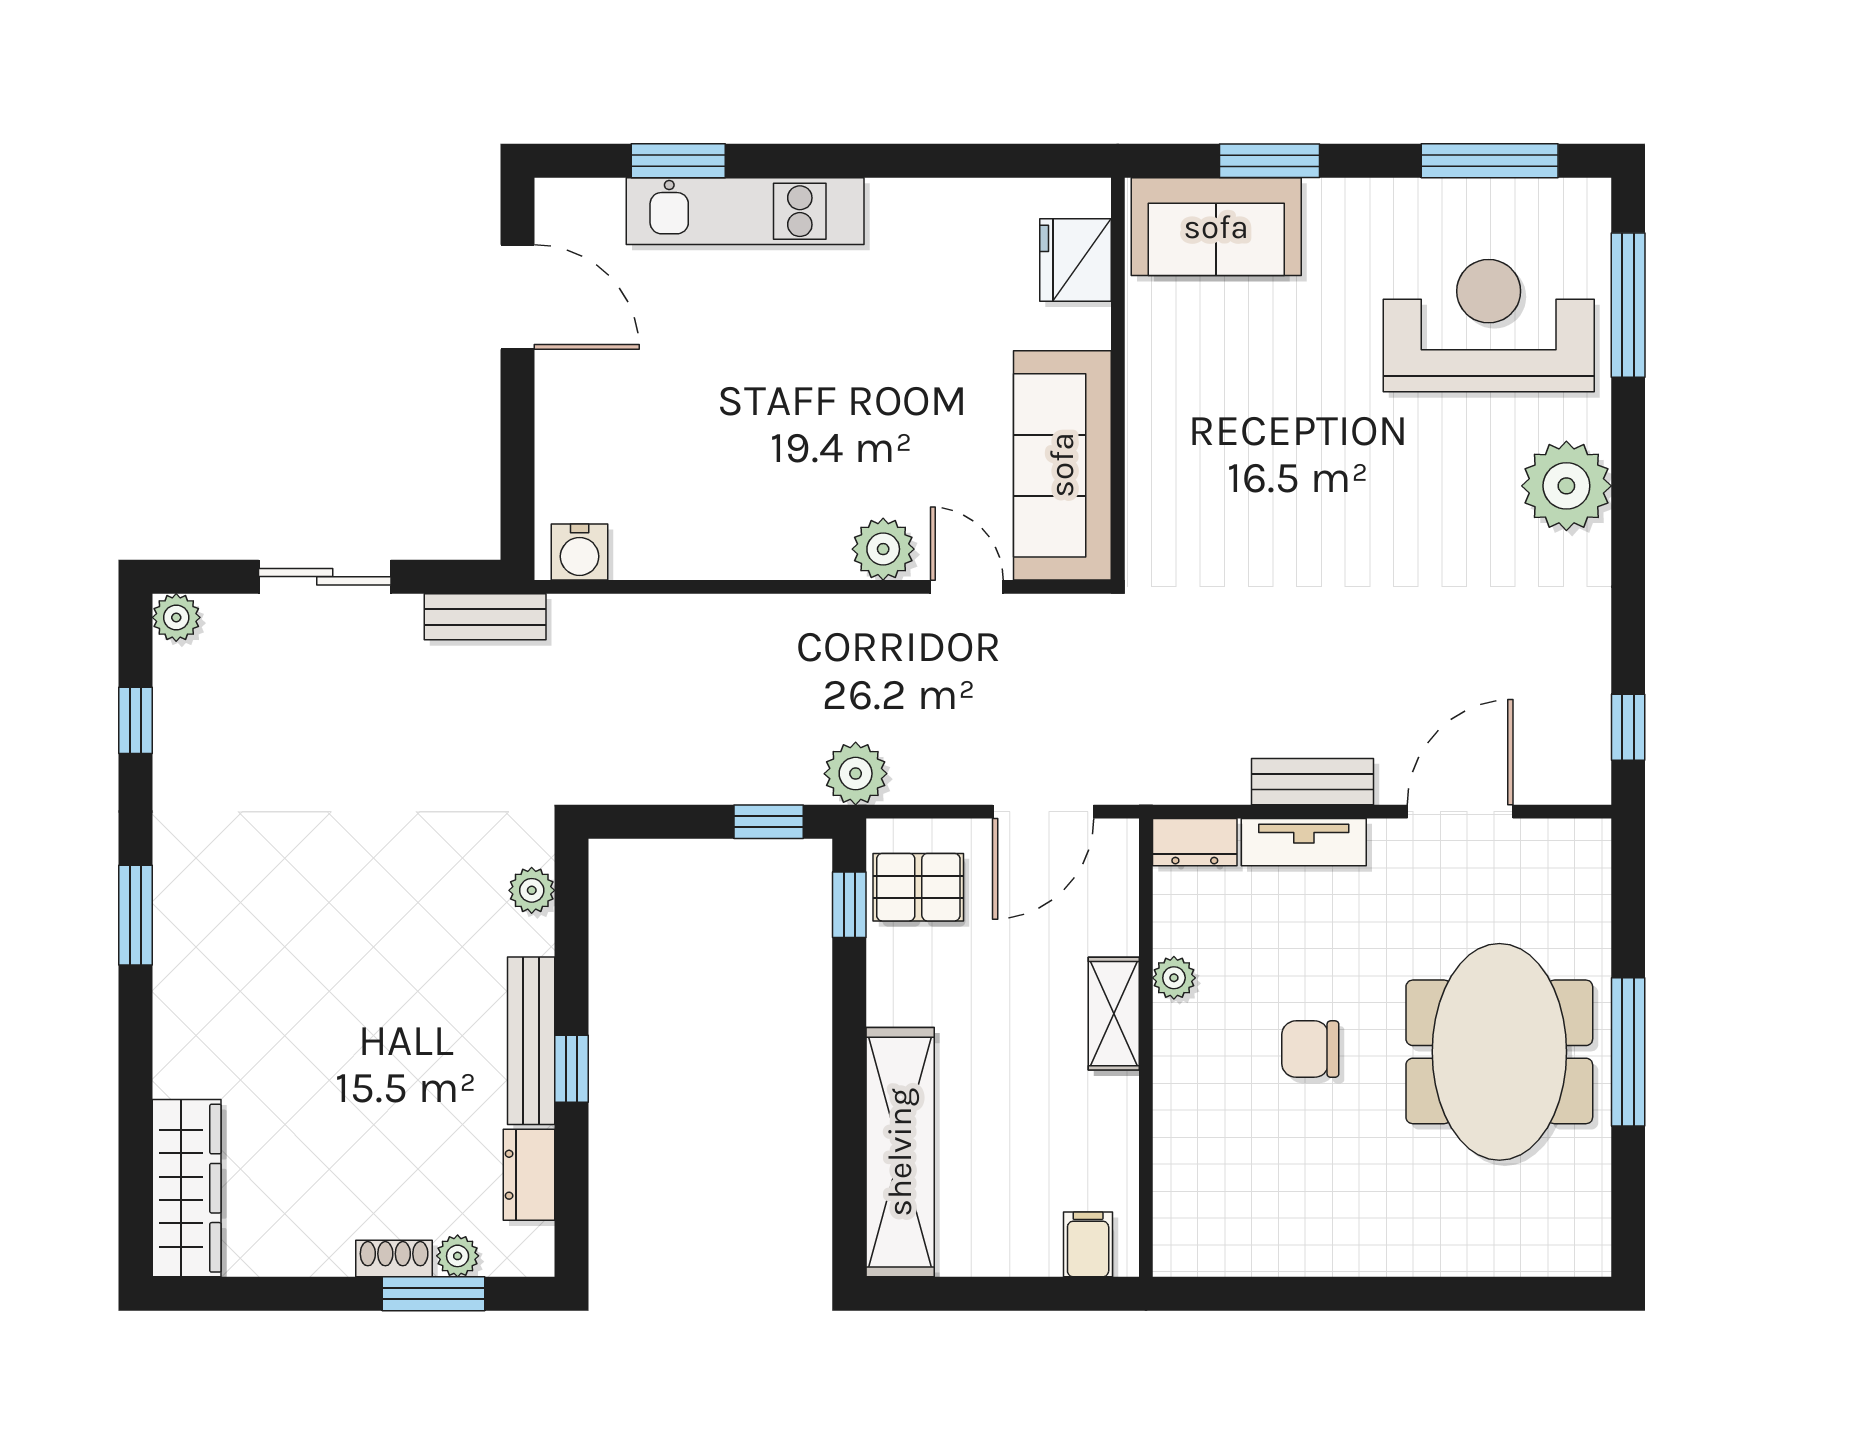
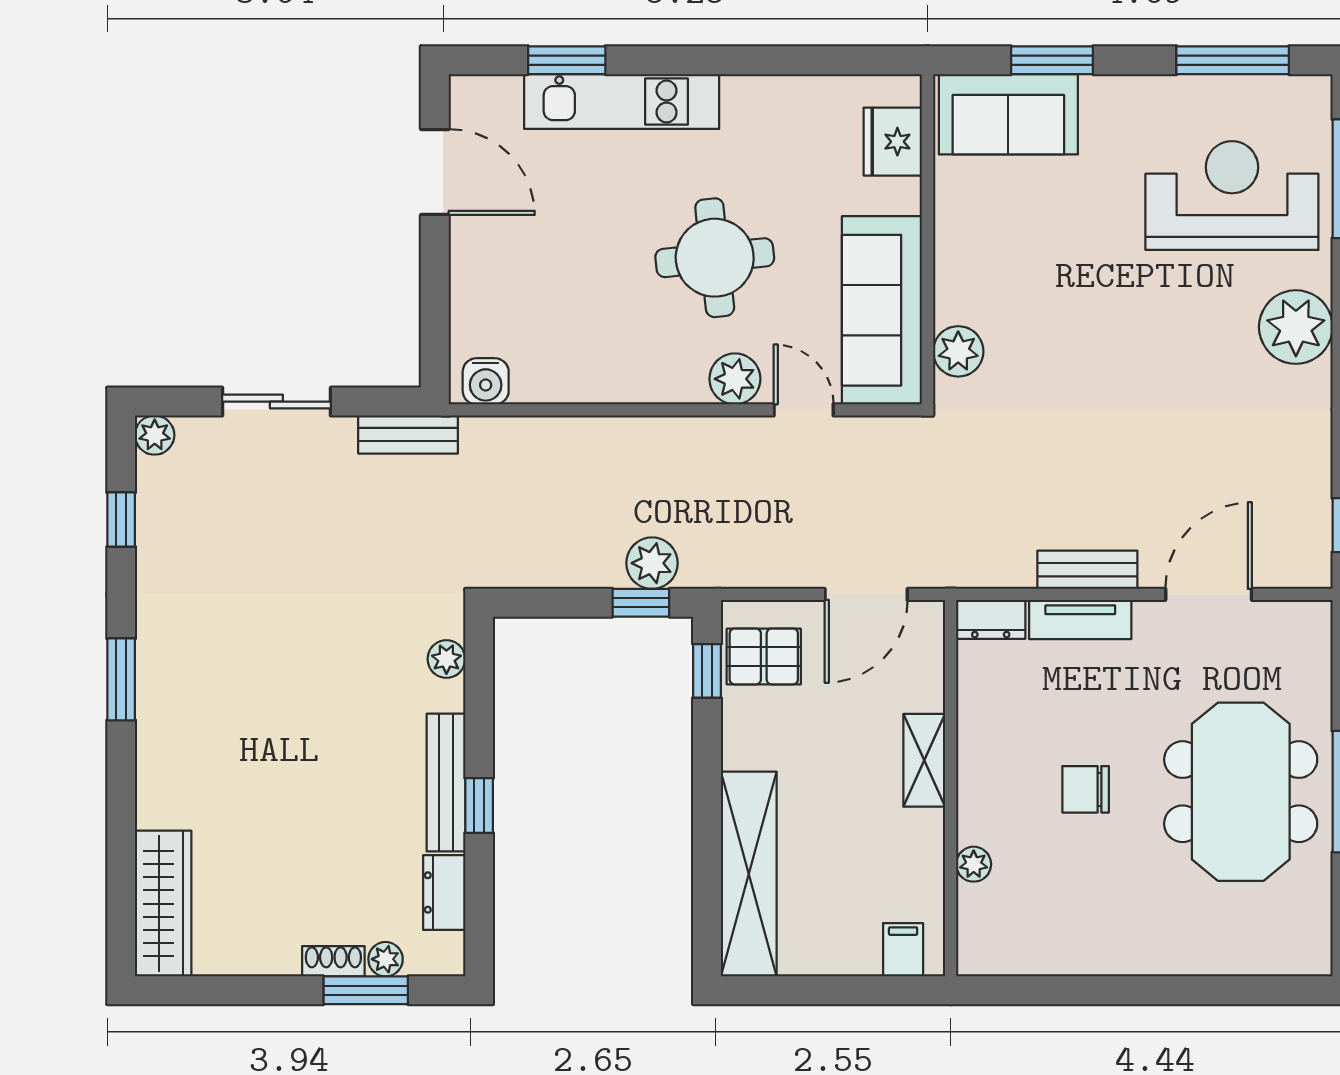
round table: (859, 401) -> (715, 258), added
plant: (1155, 516) -> (958, 351), added
plant: (856, 774) -> (652, 563), moved
plant: (1174, 978) -> (974, 864), moved

